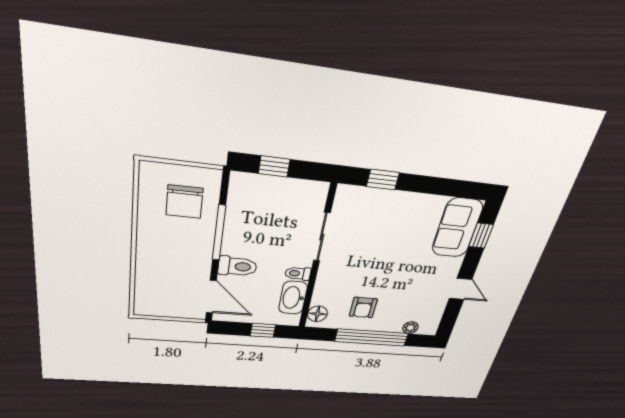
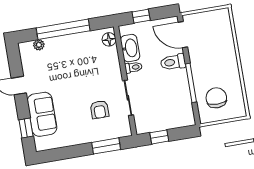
window: (274, 166) -> (159, 137), moved
window: (383, 180) -> (106, 146), width x1.50
sofa: (457, 228) -> (42, 114), moved
armchair: (363, 308) -> (100, 110), moved, turned 180

